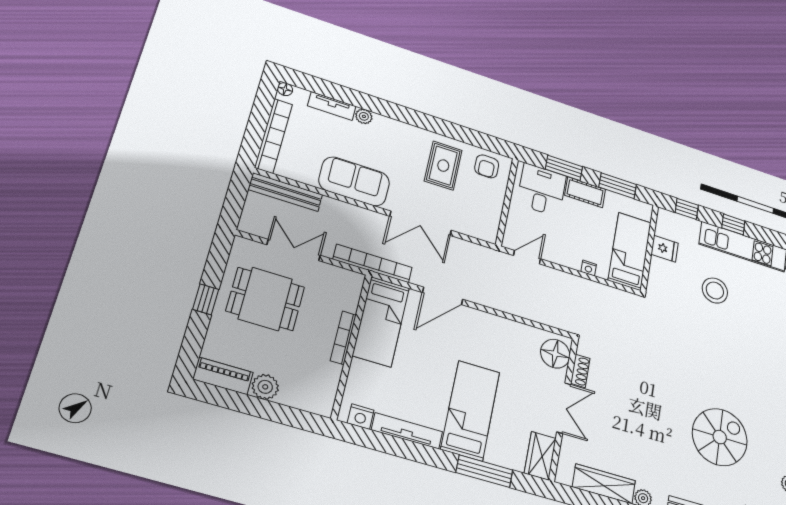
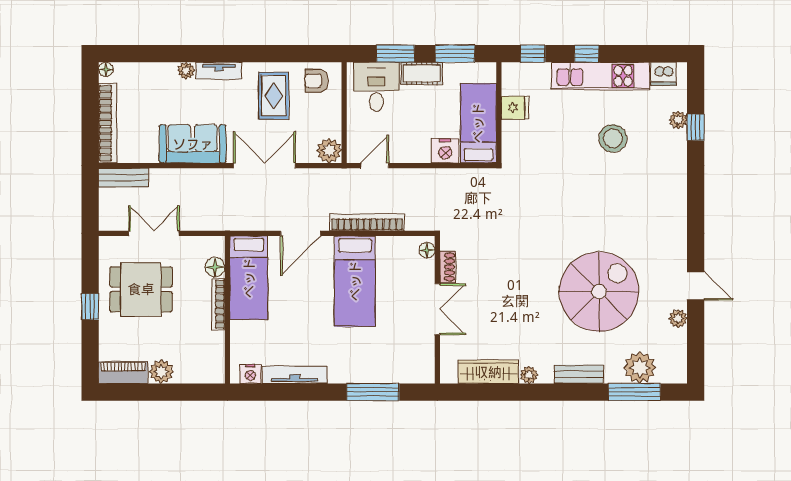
tv unit: (332, 106) -> (219, 71), moved
armchair: (487, 166) -> (317, 81), turned 90
bench: (285, 192) -> (123, 178), width x0.73
double door: (421, 223) -> (264, 166), swing flipped
plant: (486, 230) -> (329, 151), added
bookcase: (373, 263) -> (367, 222), moved
nightstand: (589, 268) -> (445, 151), width x1.89, depth x1.79
stool: (715, 290) -> (613, 138), moved
floor lamp: (349, 301) -> (215, 267), added
floor lamp: (555, 354) -> (427, 250), width x0.53, depth x0.53
bed: (470, 411) -> (355, 281), moved, turned 180
spiral stairs: (720, 437) -> (599, 292), width x1.37, depth x1.37
wardrobe: (540, 456) -> (423, 362), removed

